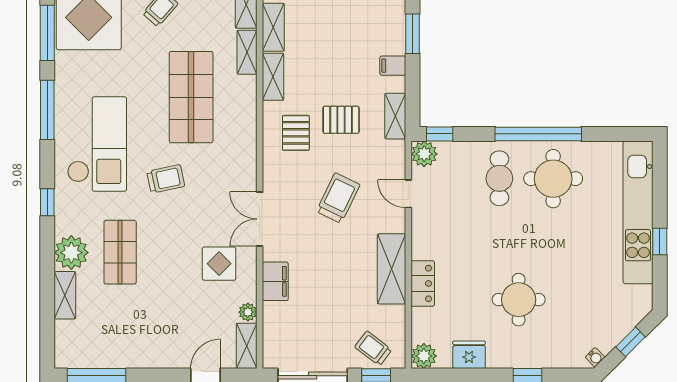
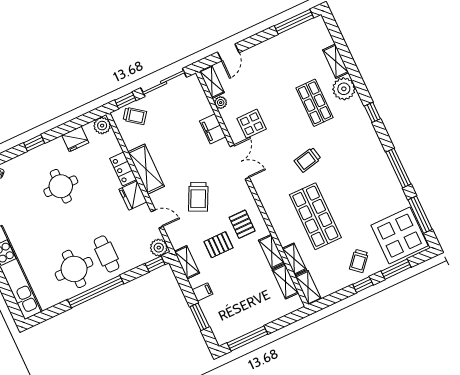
checkout: (97, 144) -> (359, 161), removed
fridge: (426, 241) -> (133, 195), added

